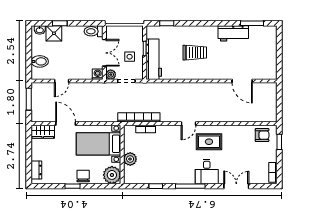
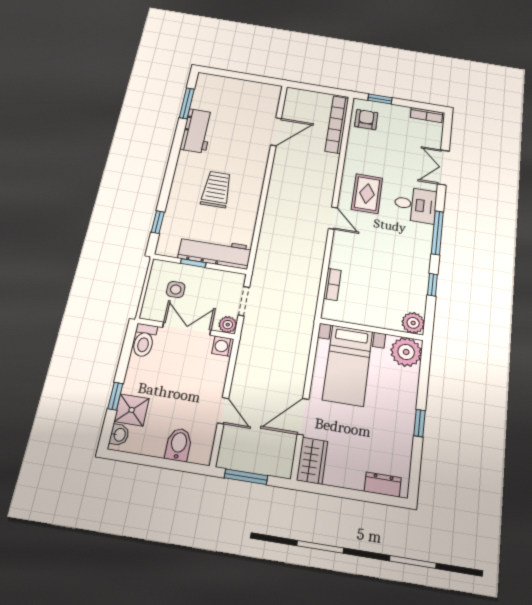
side table: (130, 57) -> (176, 289), moved
bookcase: (139, 117) -> (337, 124), moved
plant: (130, 159) -> (413, 323), moved
chair: (83, 176) -> (403, 401), removed

